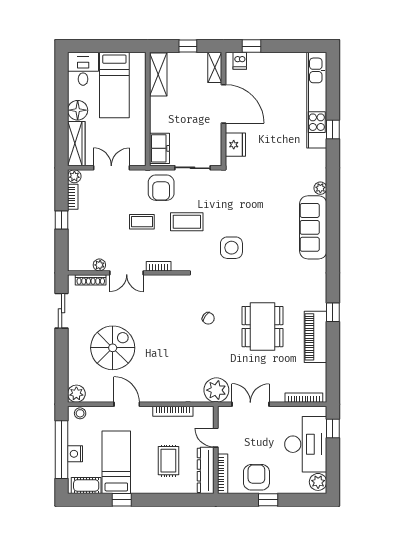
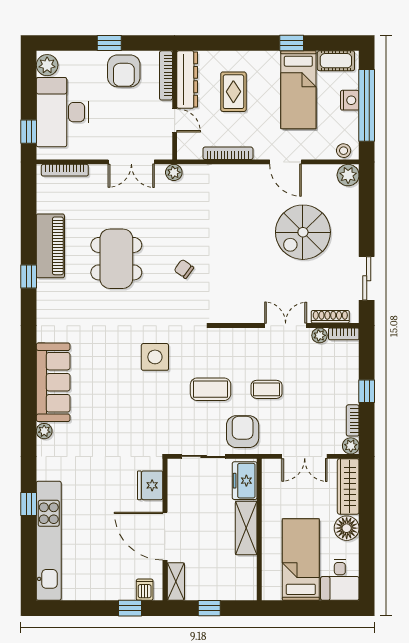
shelving: (158, 74) -> (246, 528), moved
bookcase: (159, 266) -> (344, 334), moved
plant: (216, 390) -> (174, 172), width x0.53, depth x0.53

